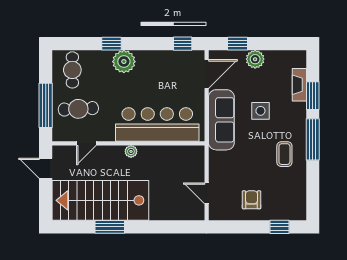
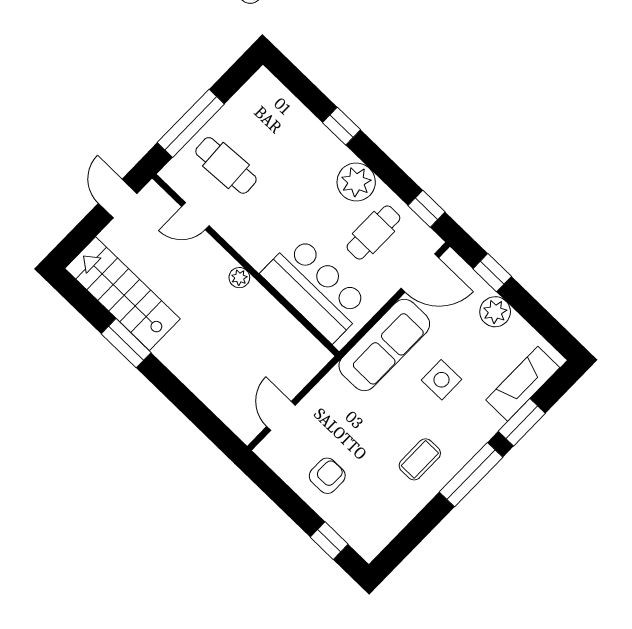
plant: (124, 62) -> (356, 182), moved
cafe table: (72, 70) -> (373, 233), moved
fireplace: (299, 85) -> (523, 384), width x1.37, depth x1.32
bar counter: (157, 124) -> (315, 289), width x0.73
stairs: (100, 200) -> (123, 294), width x0.73, depth x0.66

